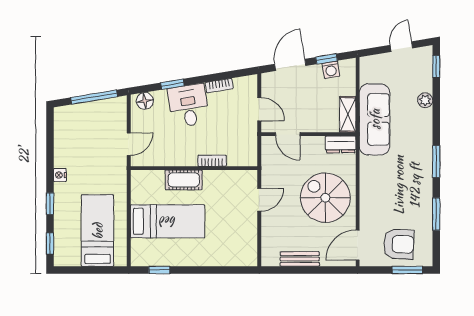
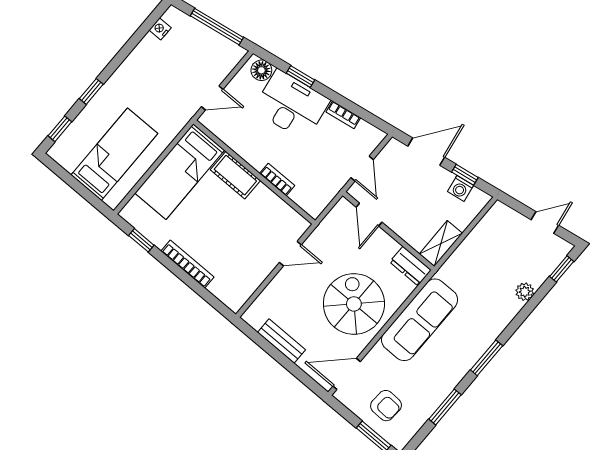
desk: (189, 106) -> (291, 105), width x1.37
sofa: (375, 119) -> (420, 320), moved
nightstand: (60, 175) -> (160, 29), moved
bed: (168, 221) -> (180, 172), moved, turned 90
armchair: (399, 244) -> (386, 406), width x0.72, depth x0.72
bookcase: (201, 260) -> (188, 264), added

